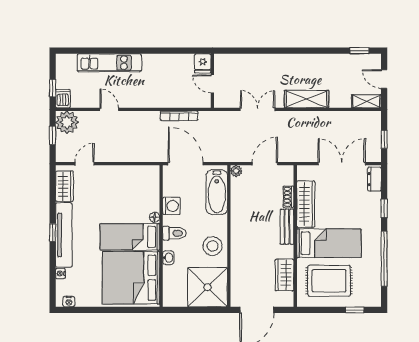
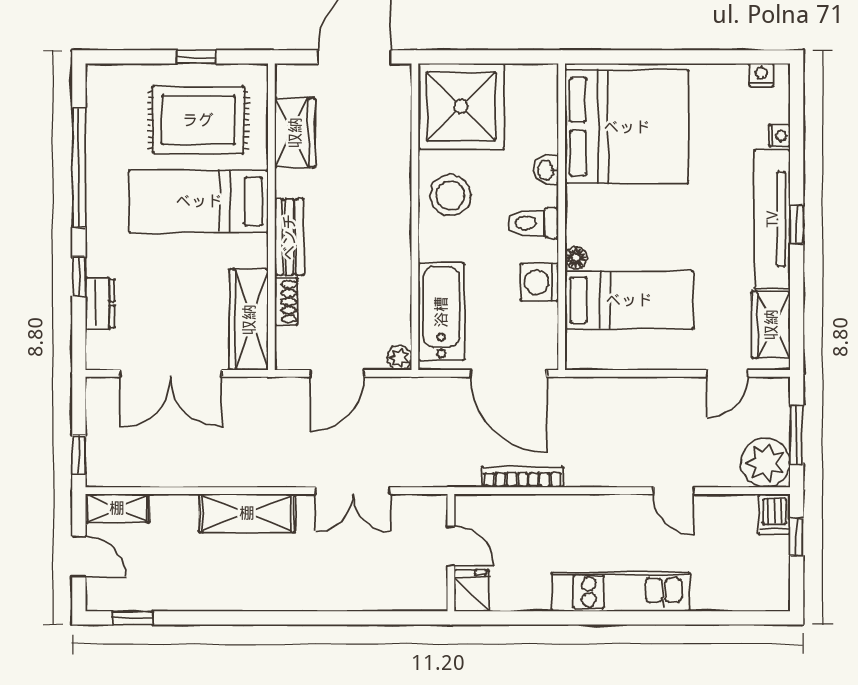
kitchen unit: (109, 63) -> (621, 592), moved
window: (53, 135) -> (797, 435), width x1.50
window: (384, 139) -> (79, 455), moved
dresser: (374, 179) -> (100, 303), moved
wardrobe: (306, 204) -> (249, 320), moved
bed: (130, 237) -> (629, 300), moved
window: (355, 310) -> (196, 57), moved

